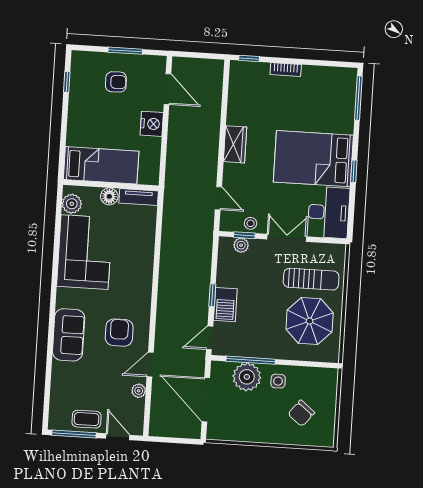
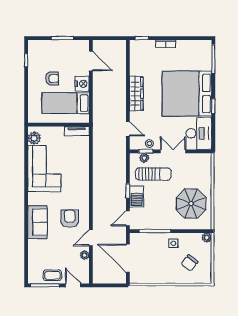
armchair: (116, 82) -> (52, 79), moved
wardrobe: (235, 144) -> (136, 94), width x1.50
bed: (313, 159) -> (187, 94), width x1.36
bed: (101, 165) -> (66, 103), moved, turned 180
floor lamp: (109, 196) -> (58, 132), removed
sun lounger: (311, 279) -> (153, 174), moved
plant: (247, 377) -> (207, 238), moved, width x0.53, depth x0.53

